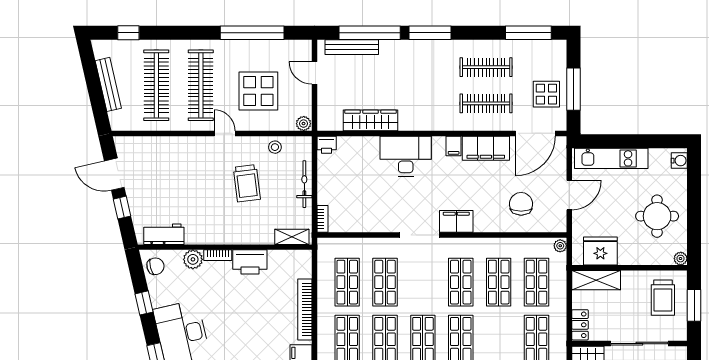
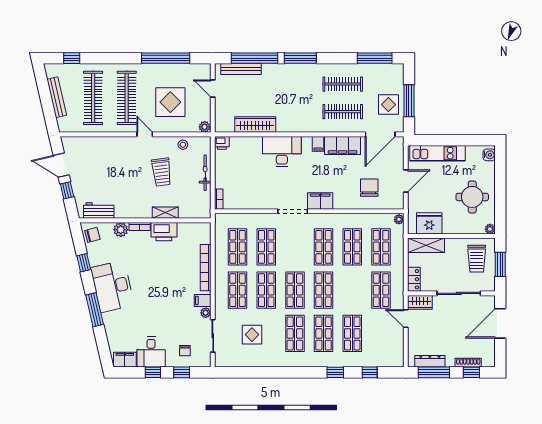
shelving: (292, 237) -> (165, 213), moved

